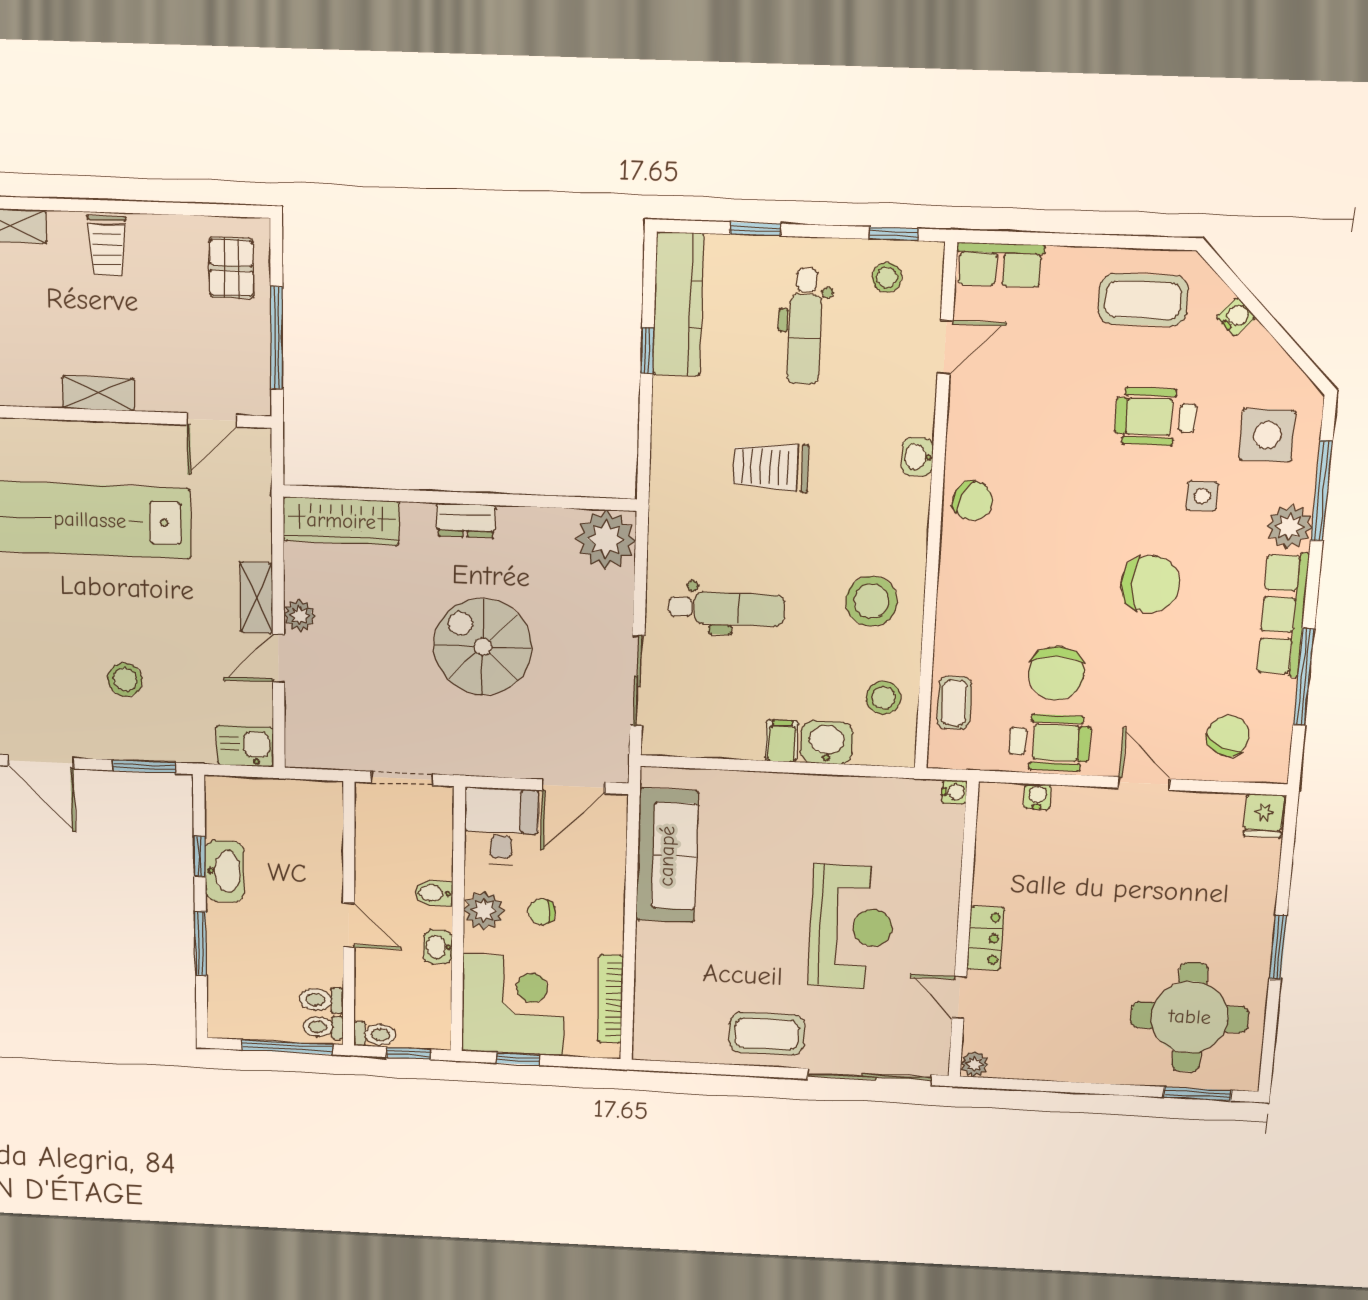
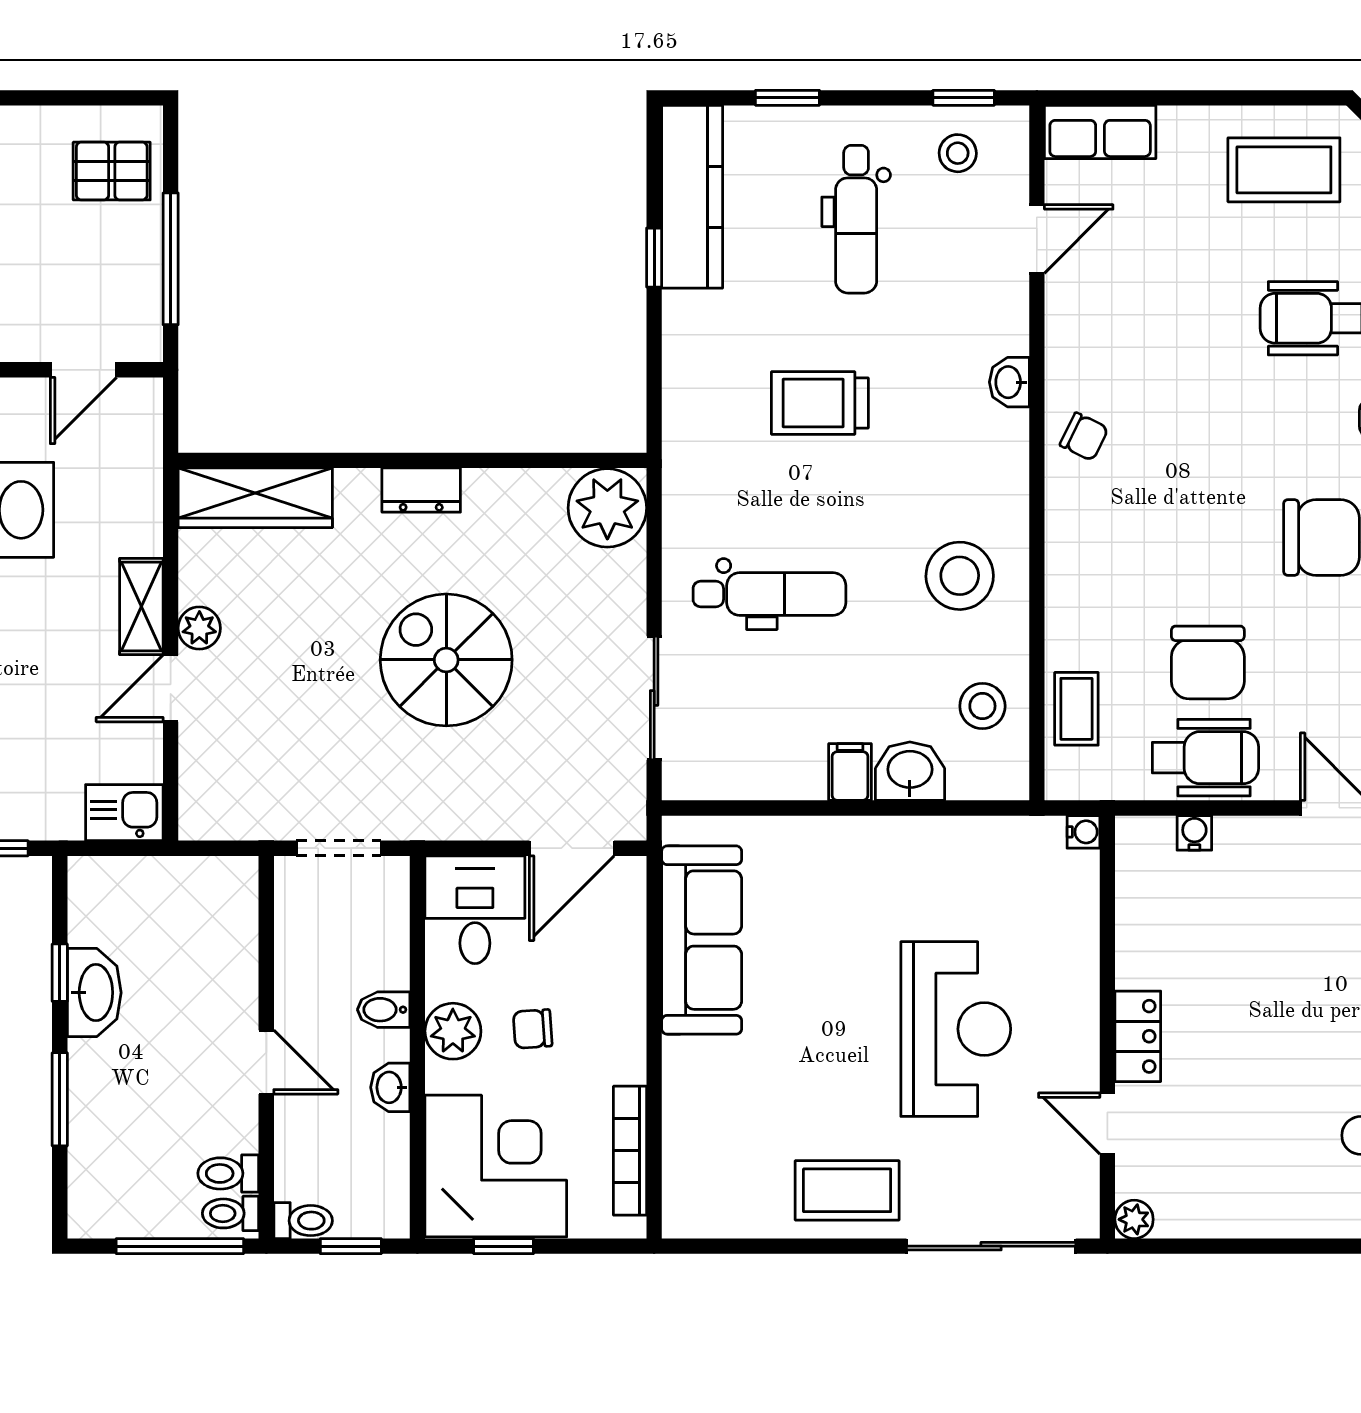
pallet: (231, 268) -> (112, 171), turned 90
chair: (973, 501) -> (1084, 437), width x0.73, depth x0.73

